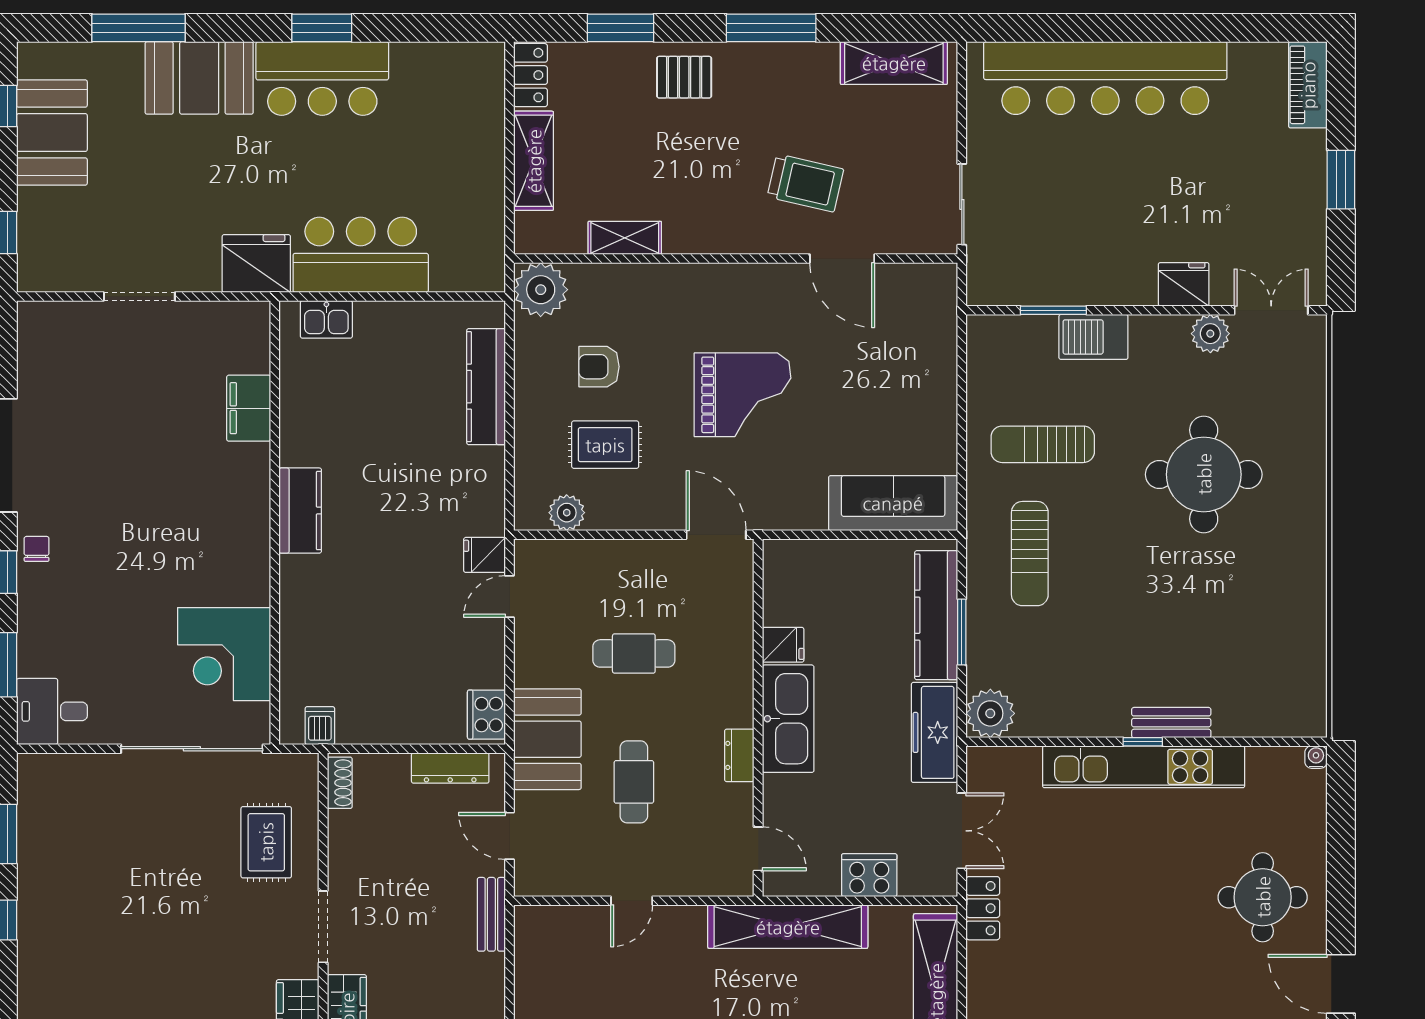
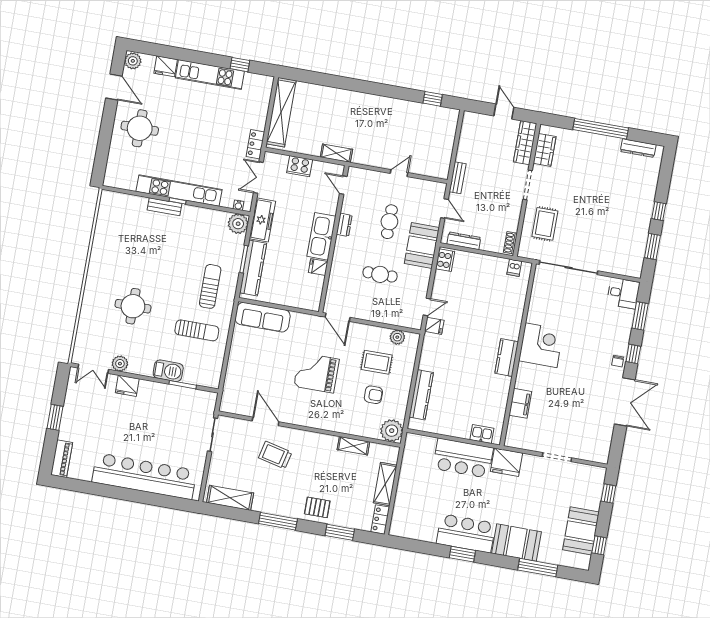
round table: (1204, 474) -> (133, 306), width x0.73, depth x0.73
corner desk: (224, 654) -> (541, 345), moved
water cooler: (1316, 757) -> (238, 205), moved
shelving: (788, 927) -> (336, 153), width x0.45, depth x0.75

